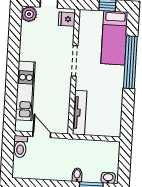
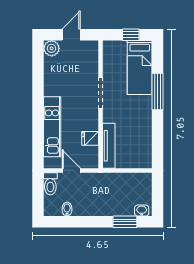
fridge: (67, 19) -> (90, 138), moved
window: (130, 62) -> (158, 91), width x0.68
bidet: (77, 175) -> (67, 209), moved

